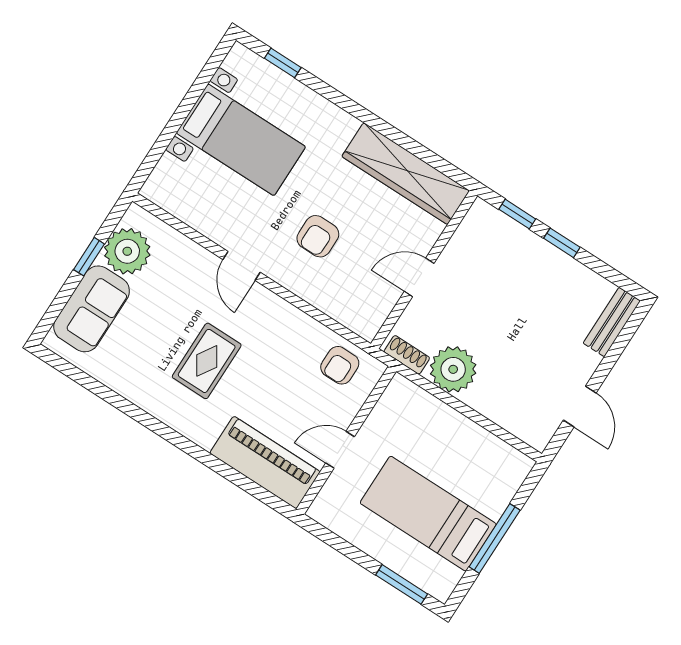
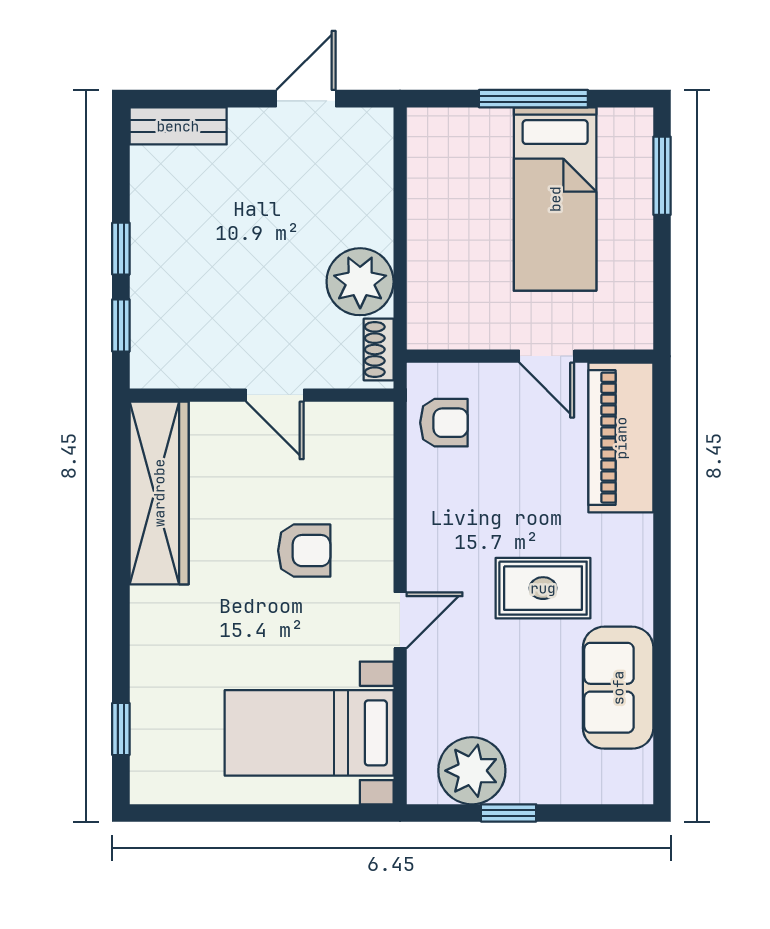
bed with nightstands: (241, 140) -> (309, 733), moved, turned -90
sofa: (92, 309) -> (618, 688), moved, turned -90

